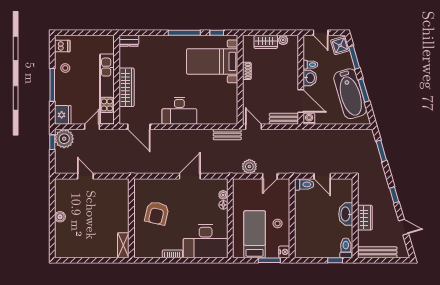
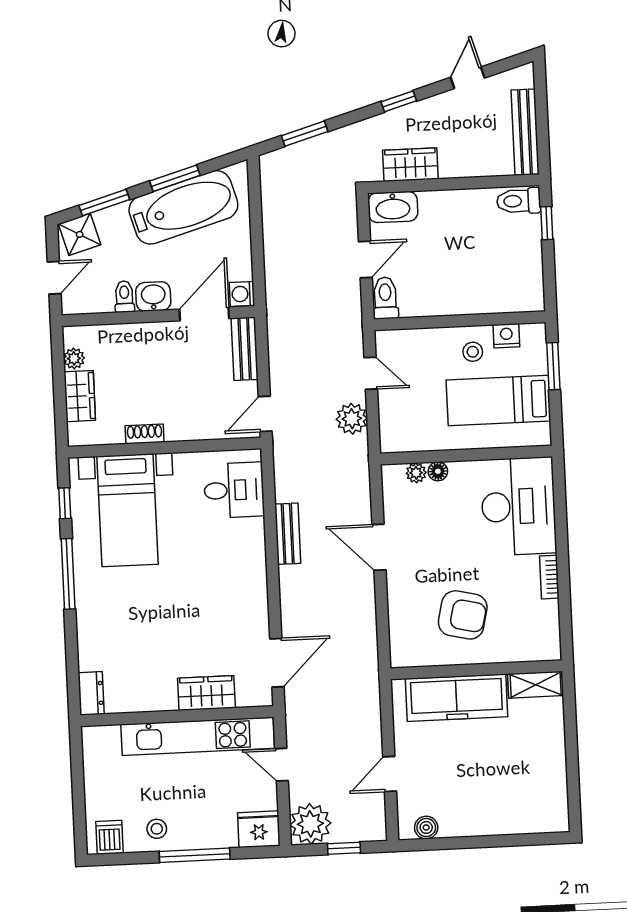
wardrobe: (127, 87) -> (206, 693), width x0.67
desk: (179, 111) -> (234, 490), moved, width x0.73
bench: (227, 135) -> (288, 534), moved
window: (52, 142) -> (344, 848), moved
freezer: (119, 209) -> (456, 698), added
washbasin: (346, 214) -> (393, 207), moved
boiler: (60, 217) -> (426, 827), moved
wardrobe: (365, 218) -> (410, 165), moved
nightstand: (284, 252) -> (506, 336), moved

